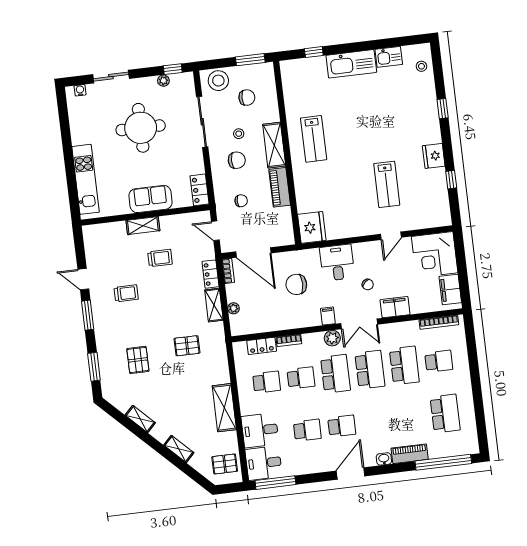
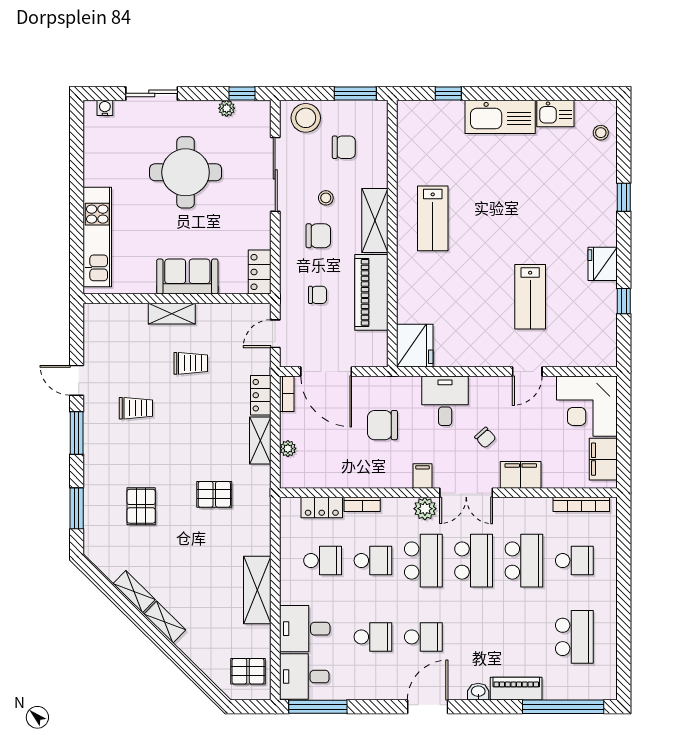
piano: (280, 187) -> (371, 292), width x1.37, depth x1.33
door: (215, 231) -> (275, 334), hinge flipped
shelving: (179, 449) -> (165, 622), moved

